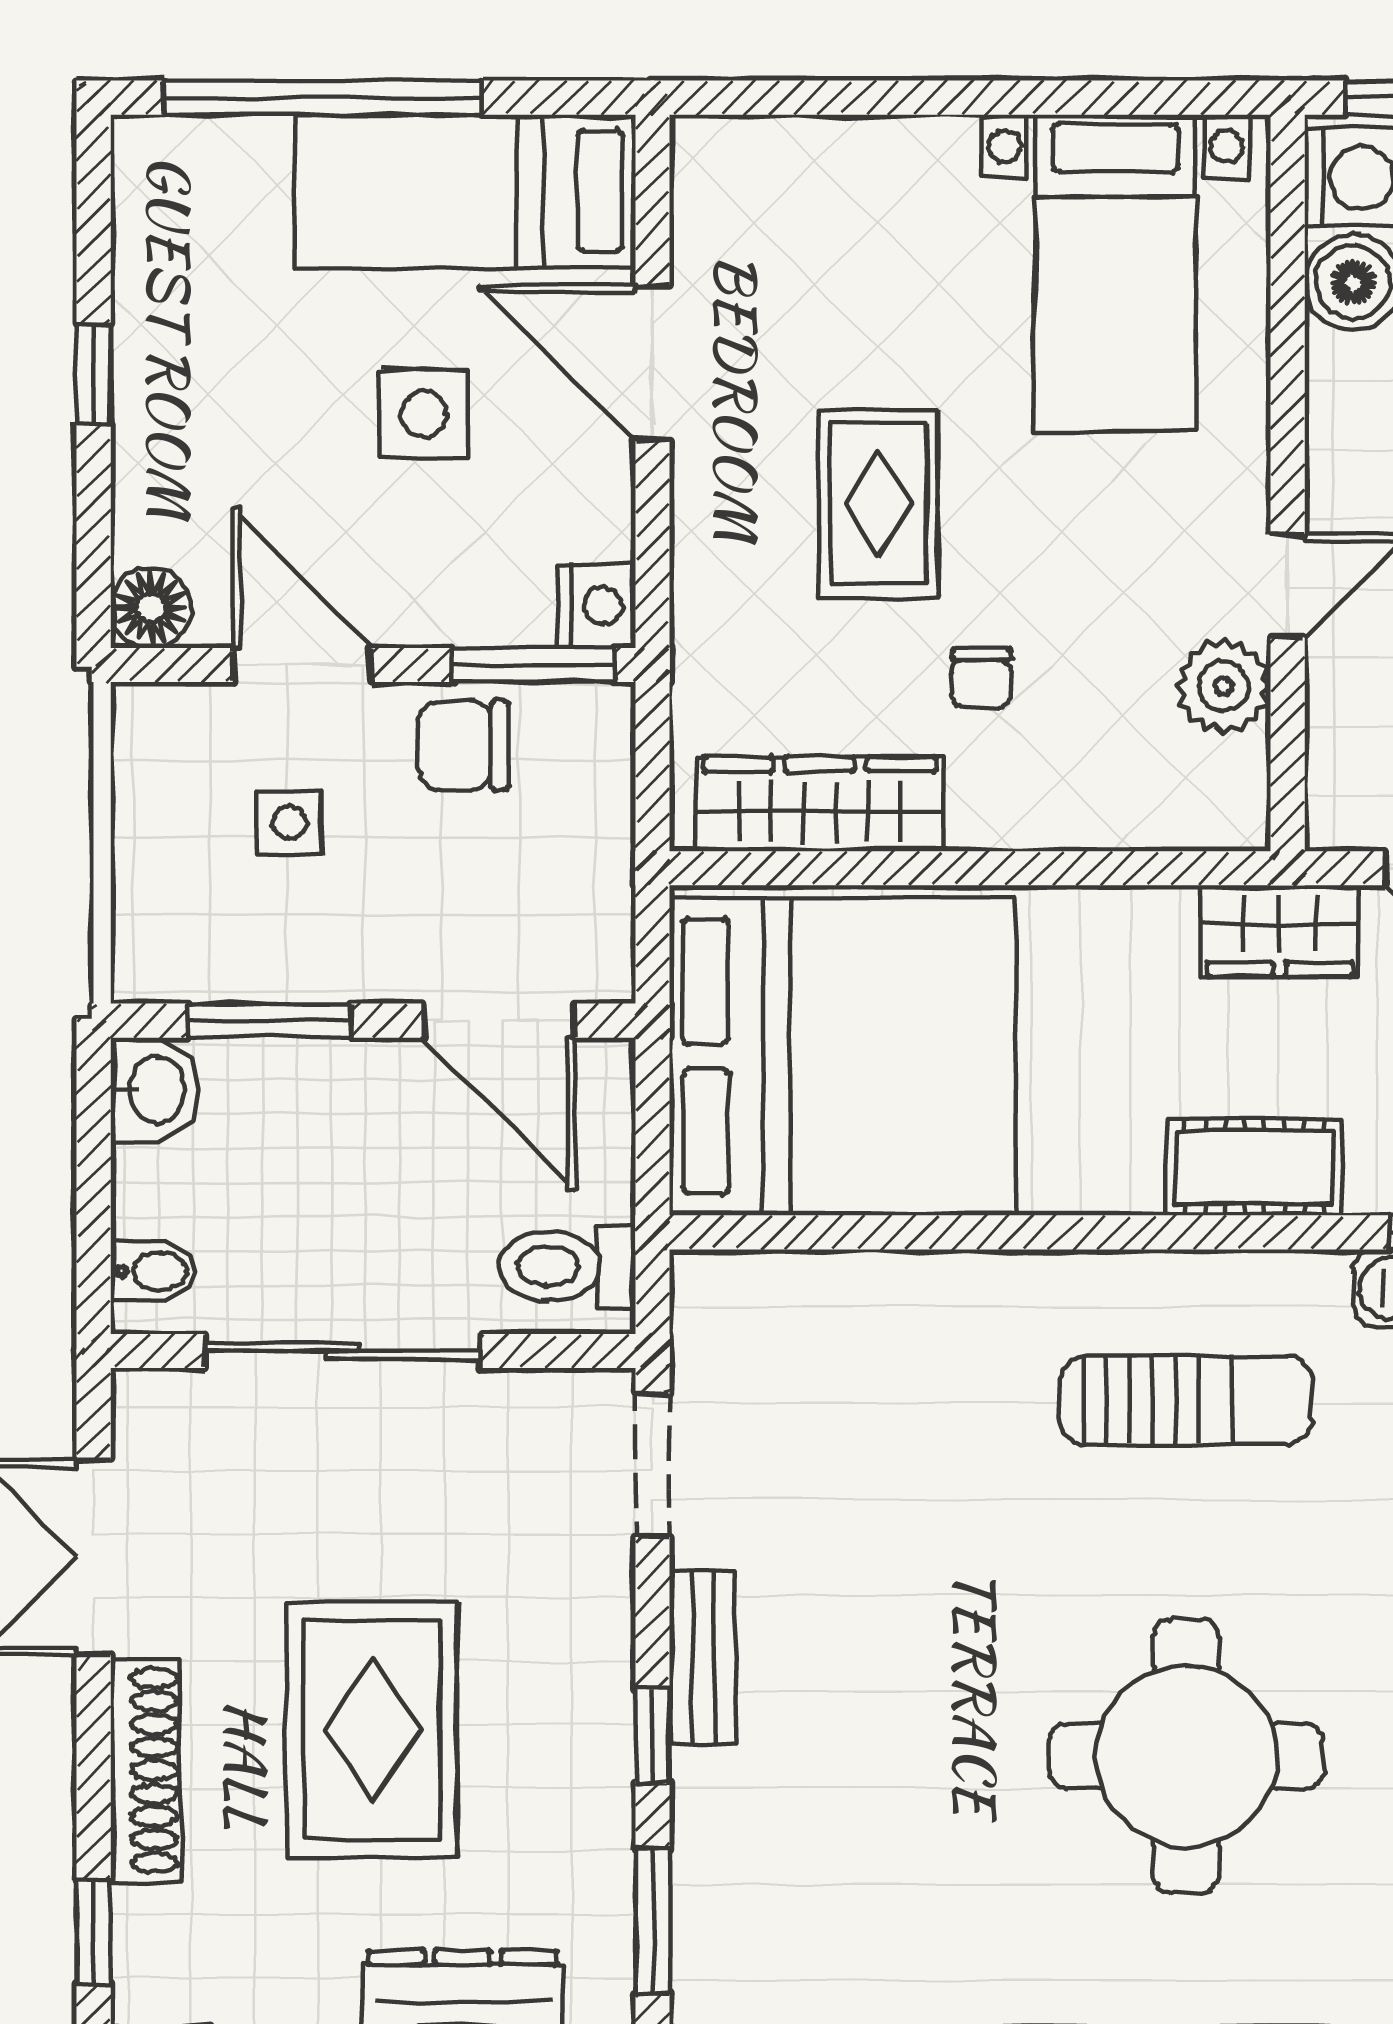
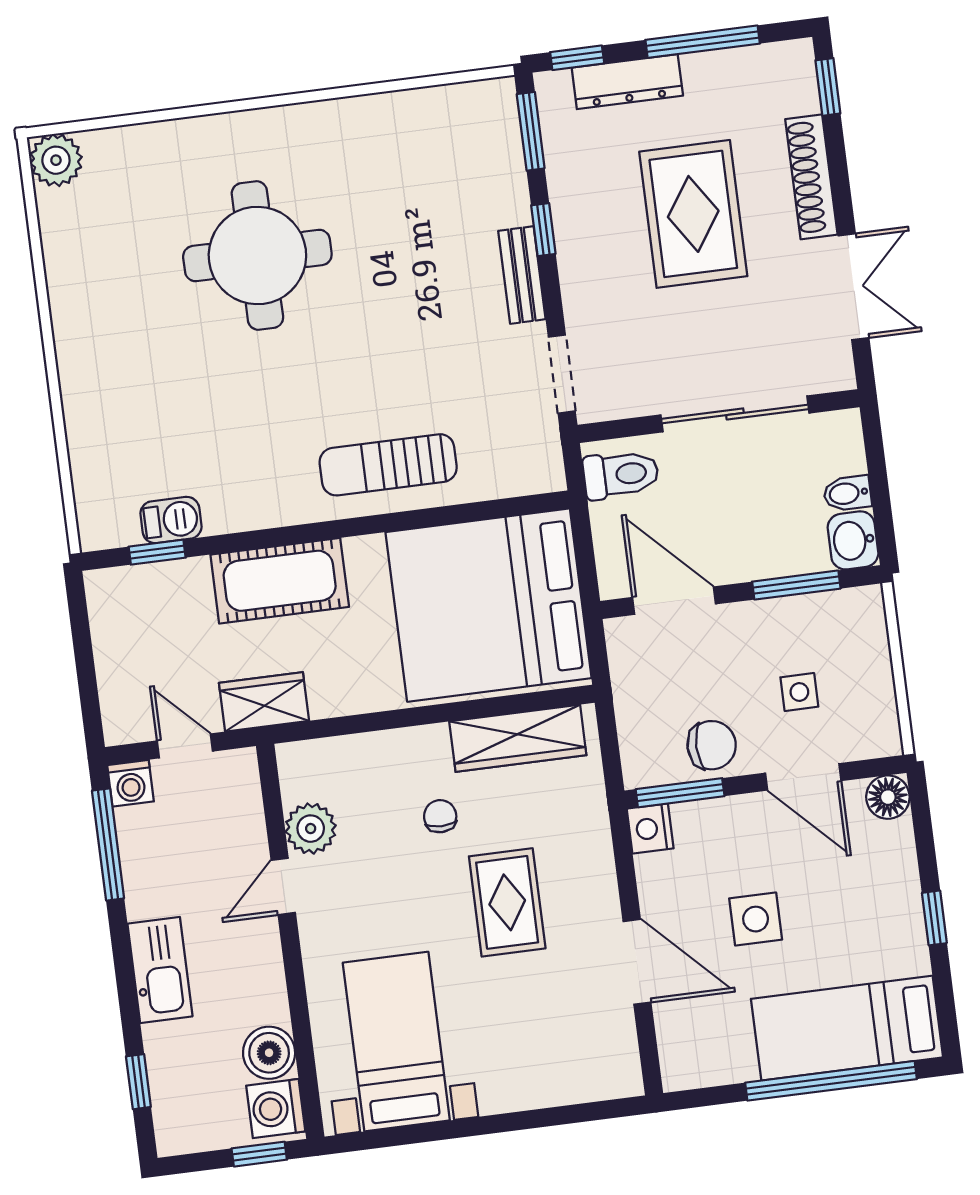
bed: (465, 191) -> (847, 1028), moved, turned 180
cot: (1255, 1167) -> (280, 581), width x1.37, depth x1.34
bidet: (154, 1271) -> (847, 493), moved
sun lounger: (1186, 1400) -> (388, 465), moved

